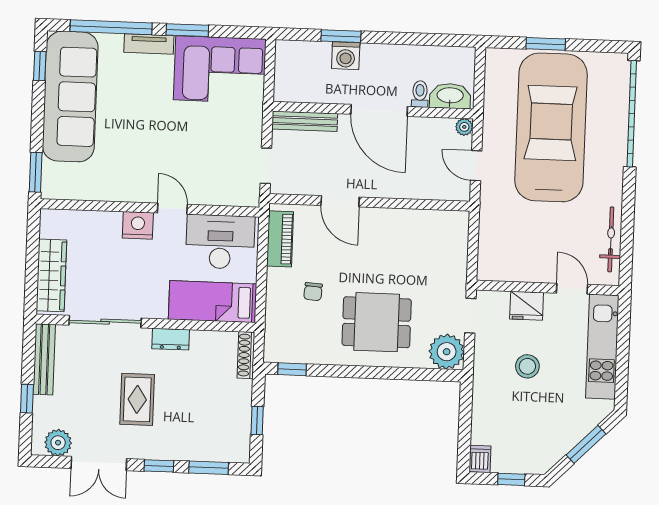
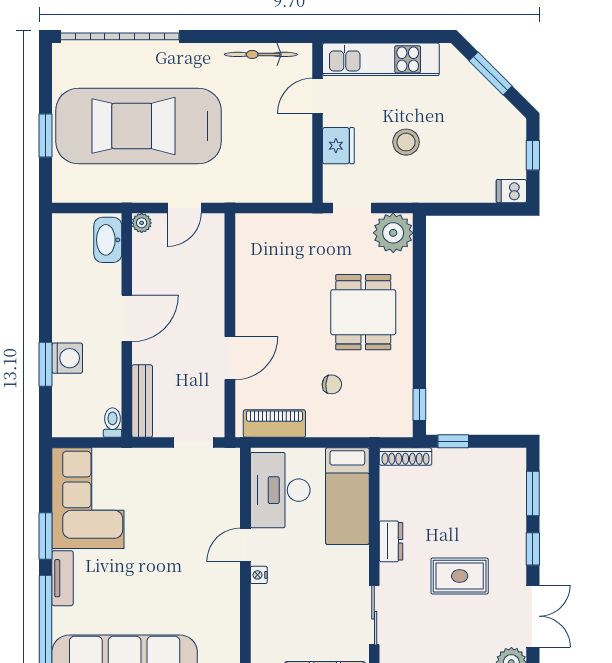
toilet: (420, 94) -> (113, 423), moved, turned 90
door: (379, 110) -> (127, 318), width x0.73
nightstand: (138, 225) -> (259, 575), width x0.53, depth x0.56
sliding door: (105, 322) -> (374, 615), width x0.73
window: (257, 421) -> (453, 441), moved

